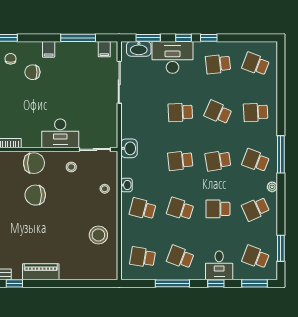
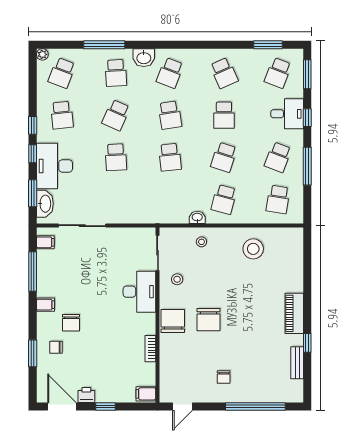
washbasin: (129, 148) -> (144, 58), moved, turned 180
window: (281, 154) -> (104, 45), moved
plant: (272, 187) -> (42, 54), moved

